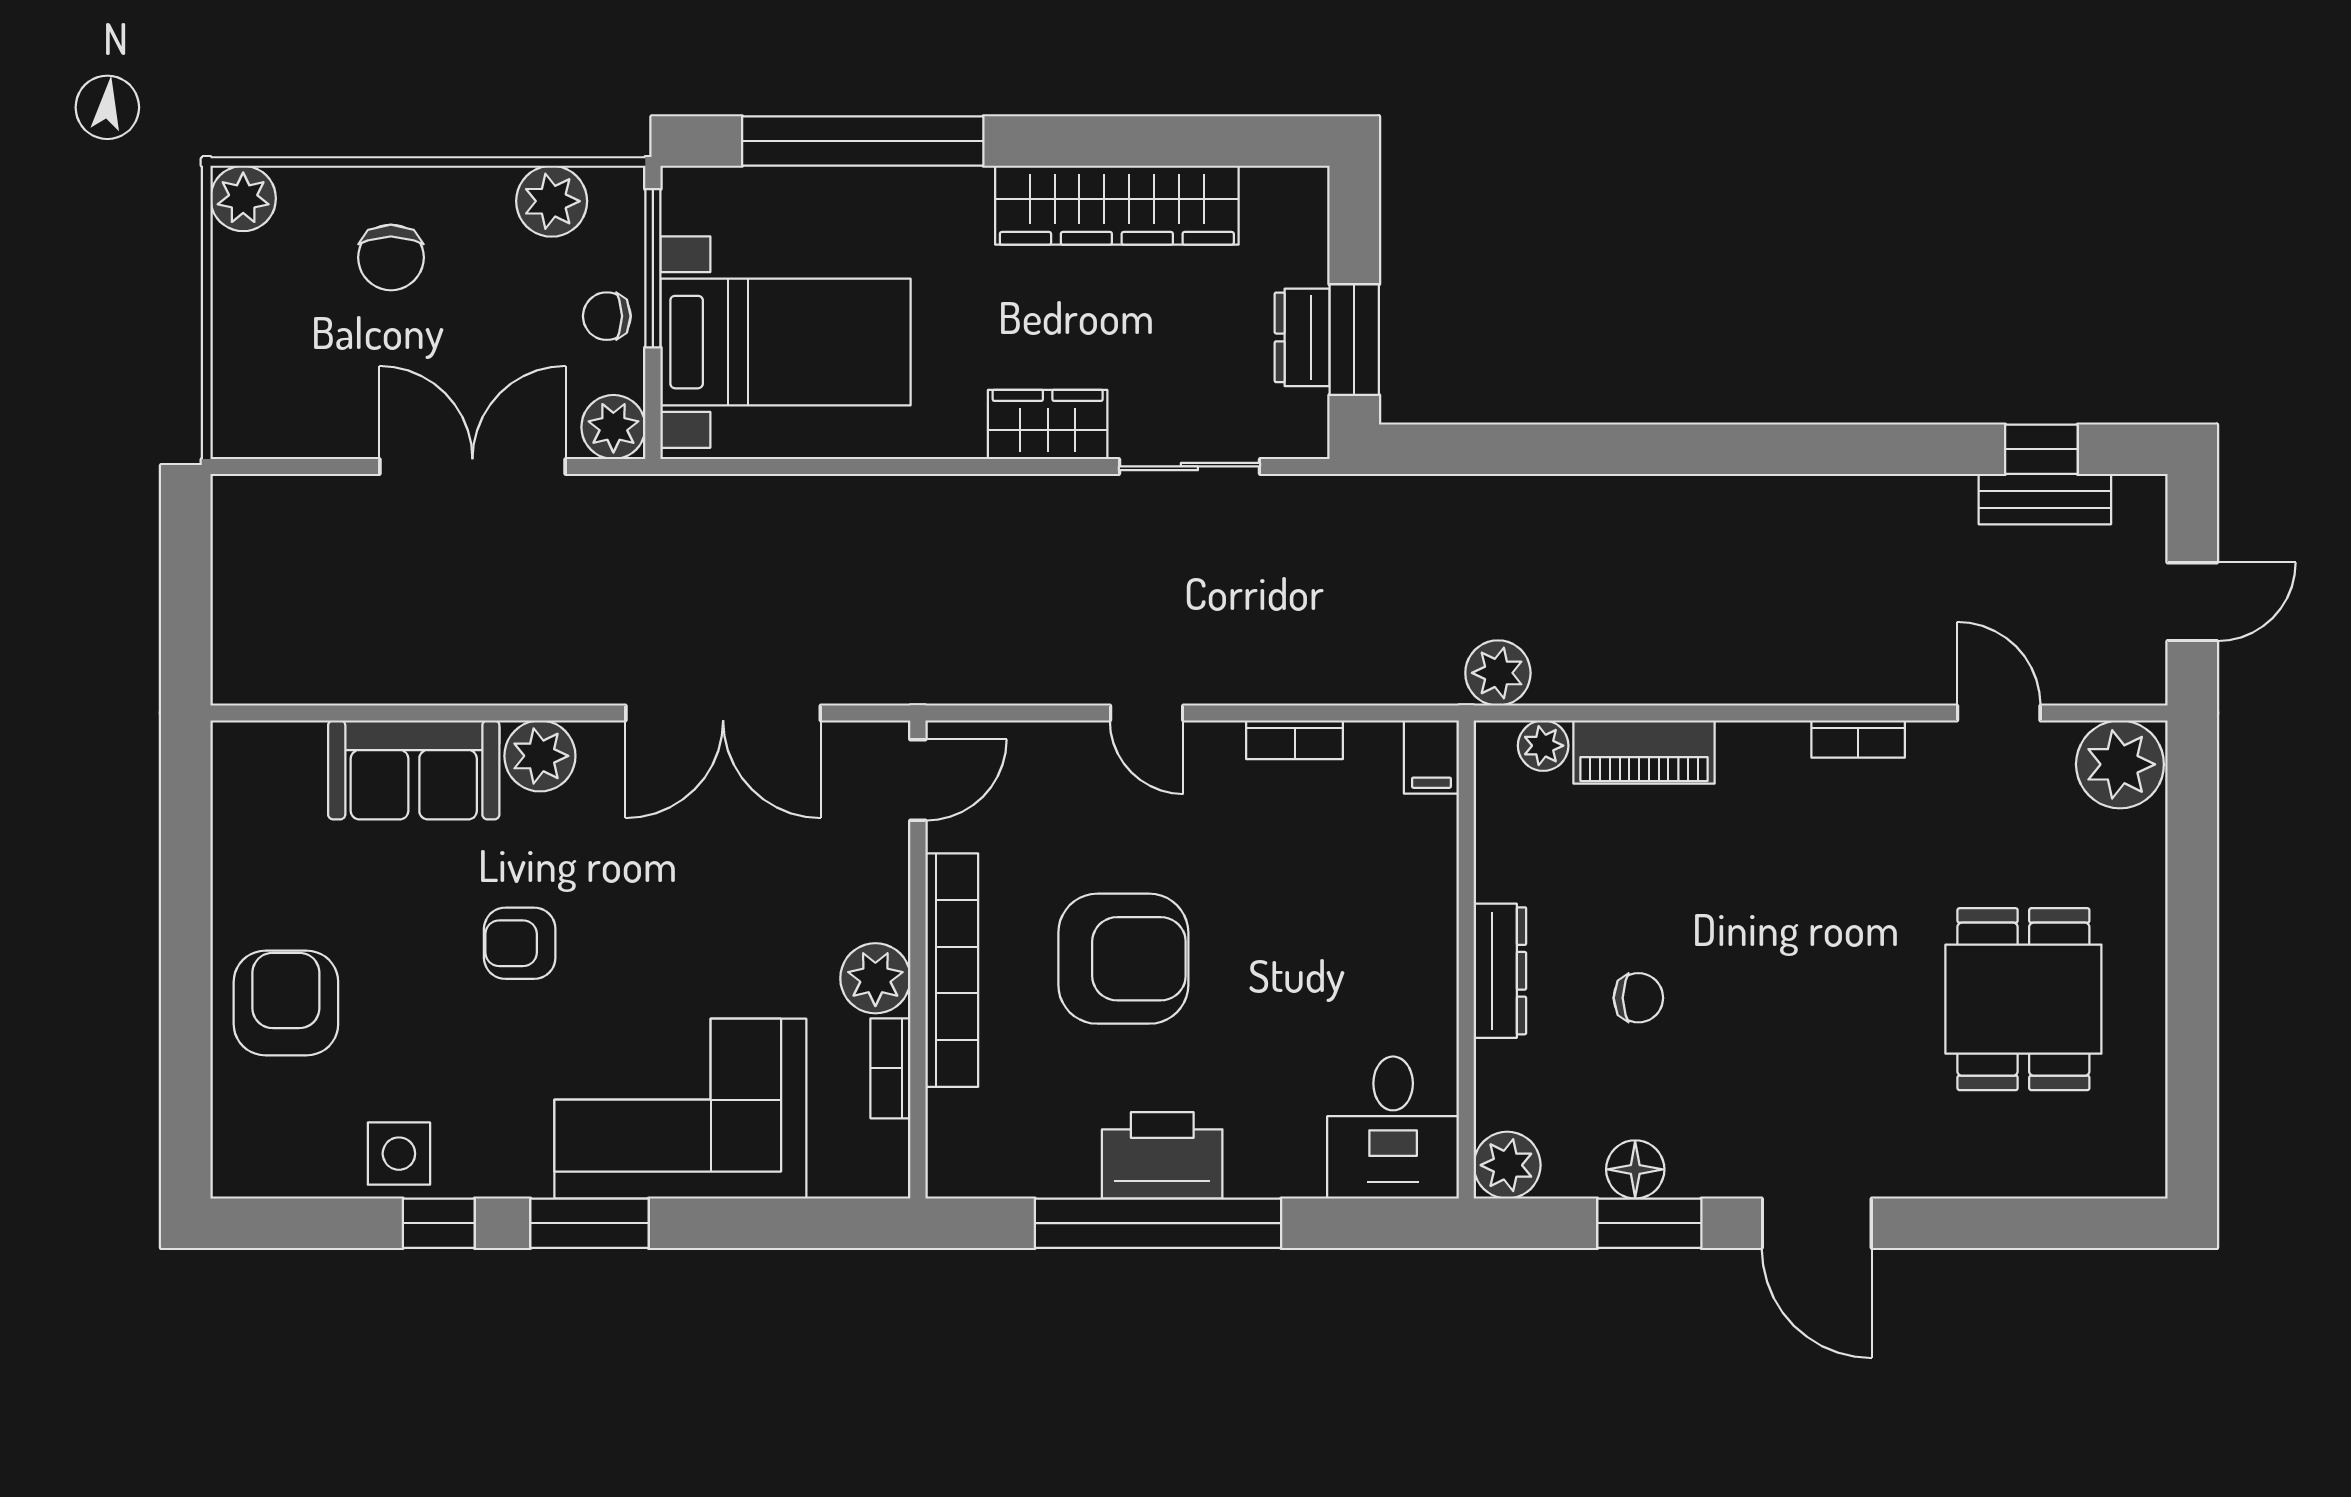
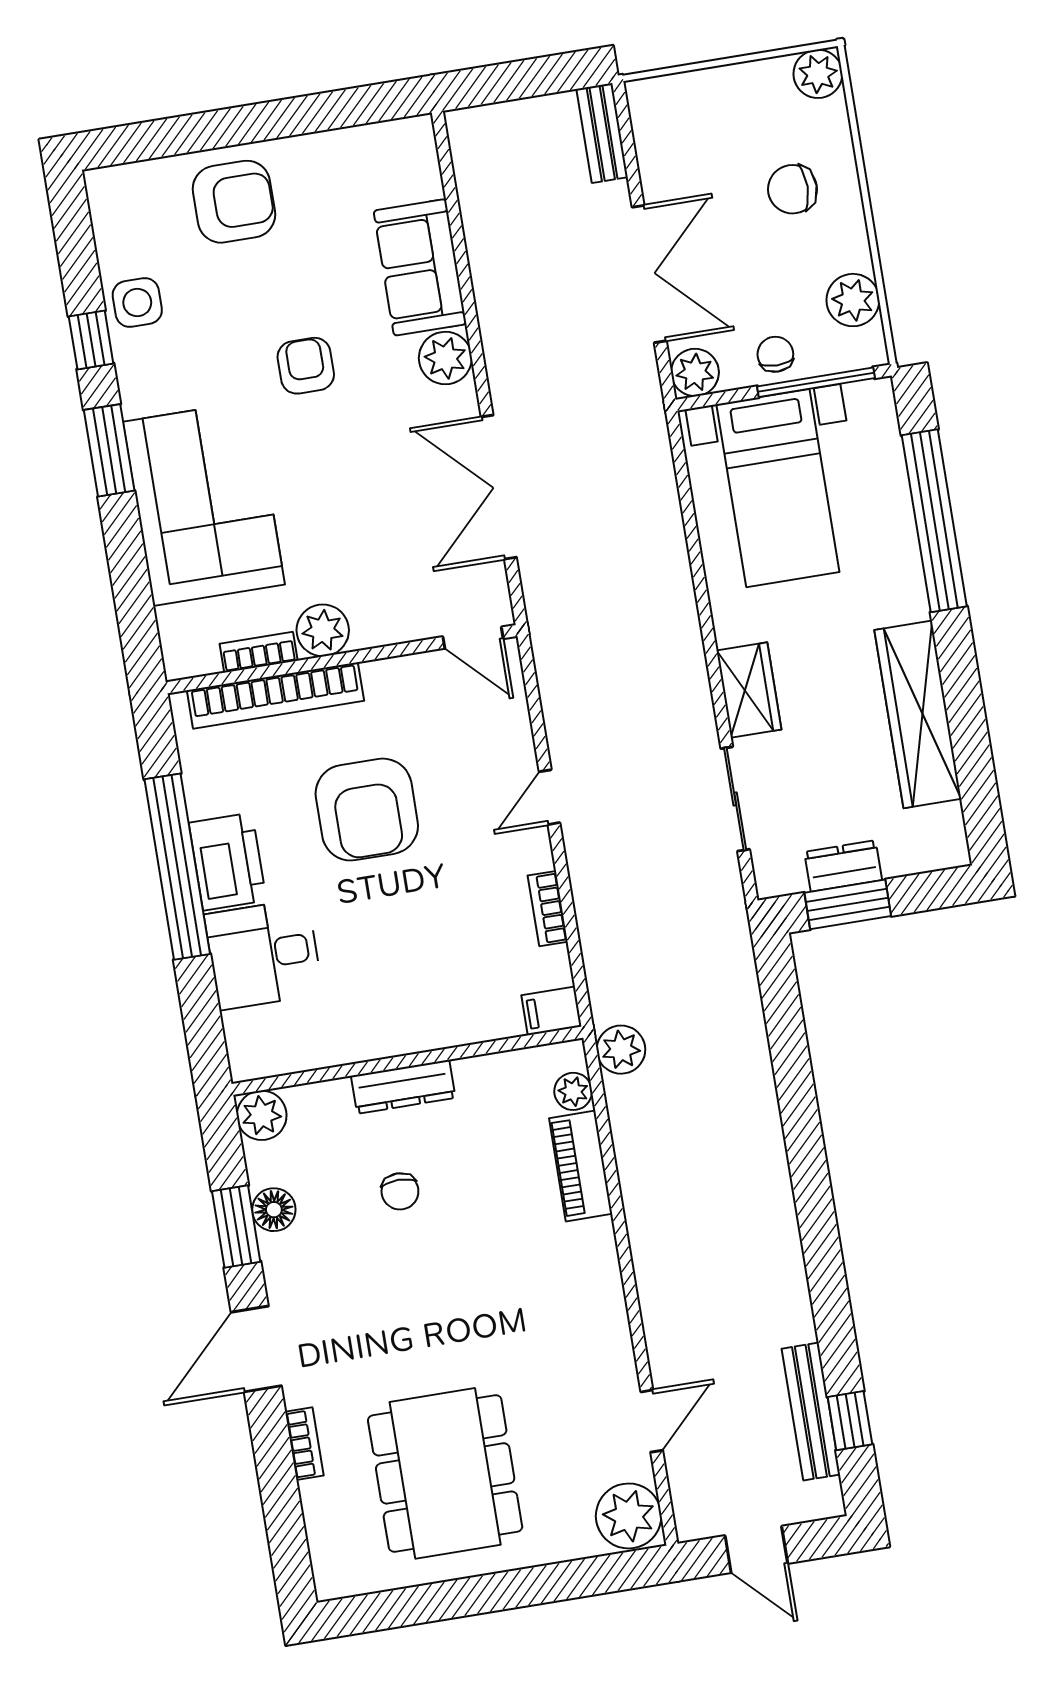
bench: (275, 498) -> (602, 133), added
bench: (2045, 499) -> (811, 1412), width x1.36
bookcase: (1858, 739) -> (304, 1444), moved, turned 180
bookcase: (952, 970) -> (275, 696), moved
dining table: (2023, 999) -> (445, 1473), width x1.38
desk: (1393, 1128) -> (264, 954), moved

